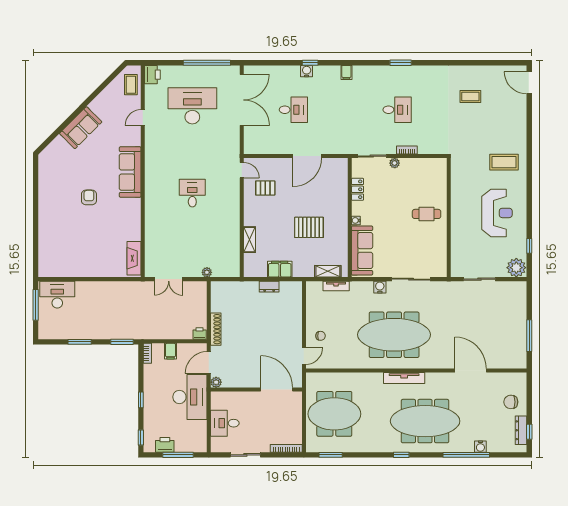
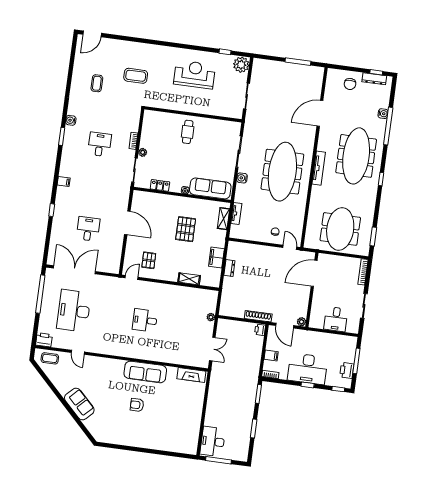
water cooler: (307, 71) -> (71, 120), moved
coffee table: (504, 162) -> (136, 76), moved, turned 90
sofa: (130, 172) -> (145, 372), moved
desk: (190, 397) -> (308, 369), moved, turned 180

